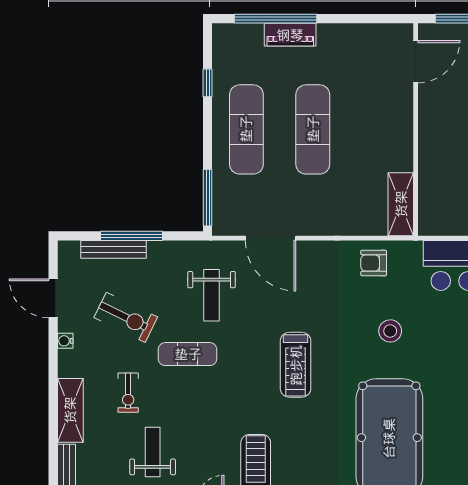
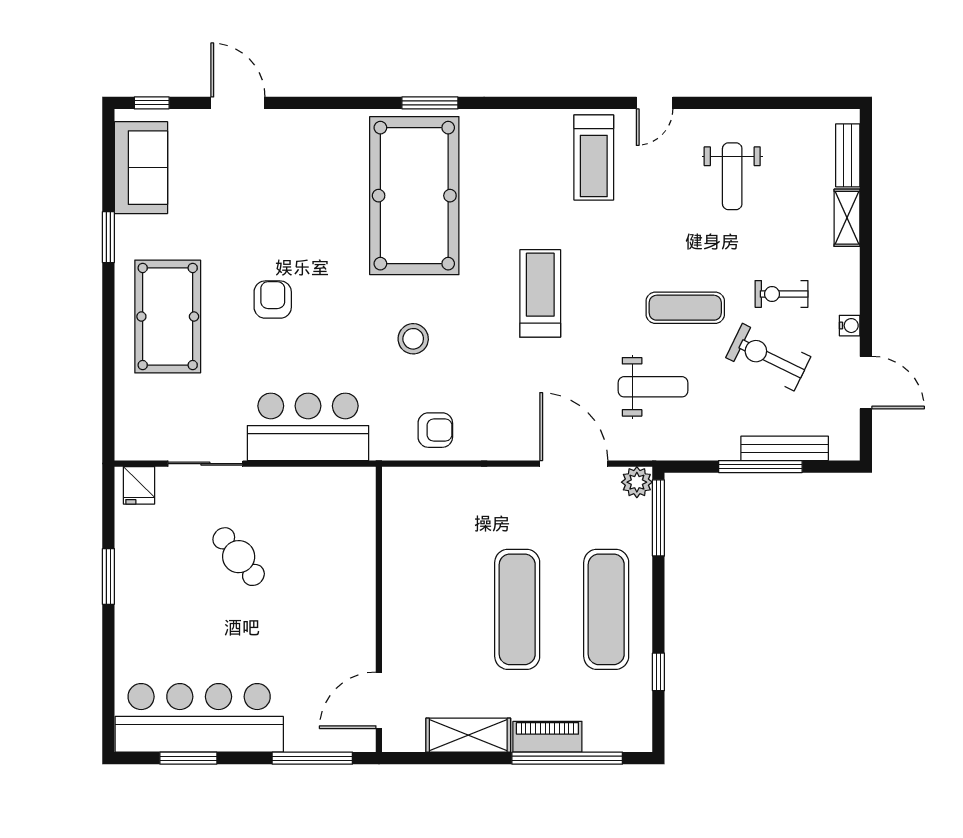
shelving: (401, 204) -> (468, 735), moved, turned 90
plant: (224, 224) -> (637, 482), added
weight bench: (212, 295) -> (653, 387), turned 90
exercise bike: (128, 393) -> (782, 294), moved, turned -90
shelving: (70, 410) -> (847, 218), width x0.67, depth x0.75

